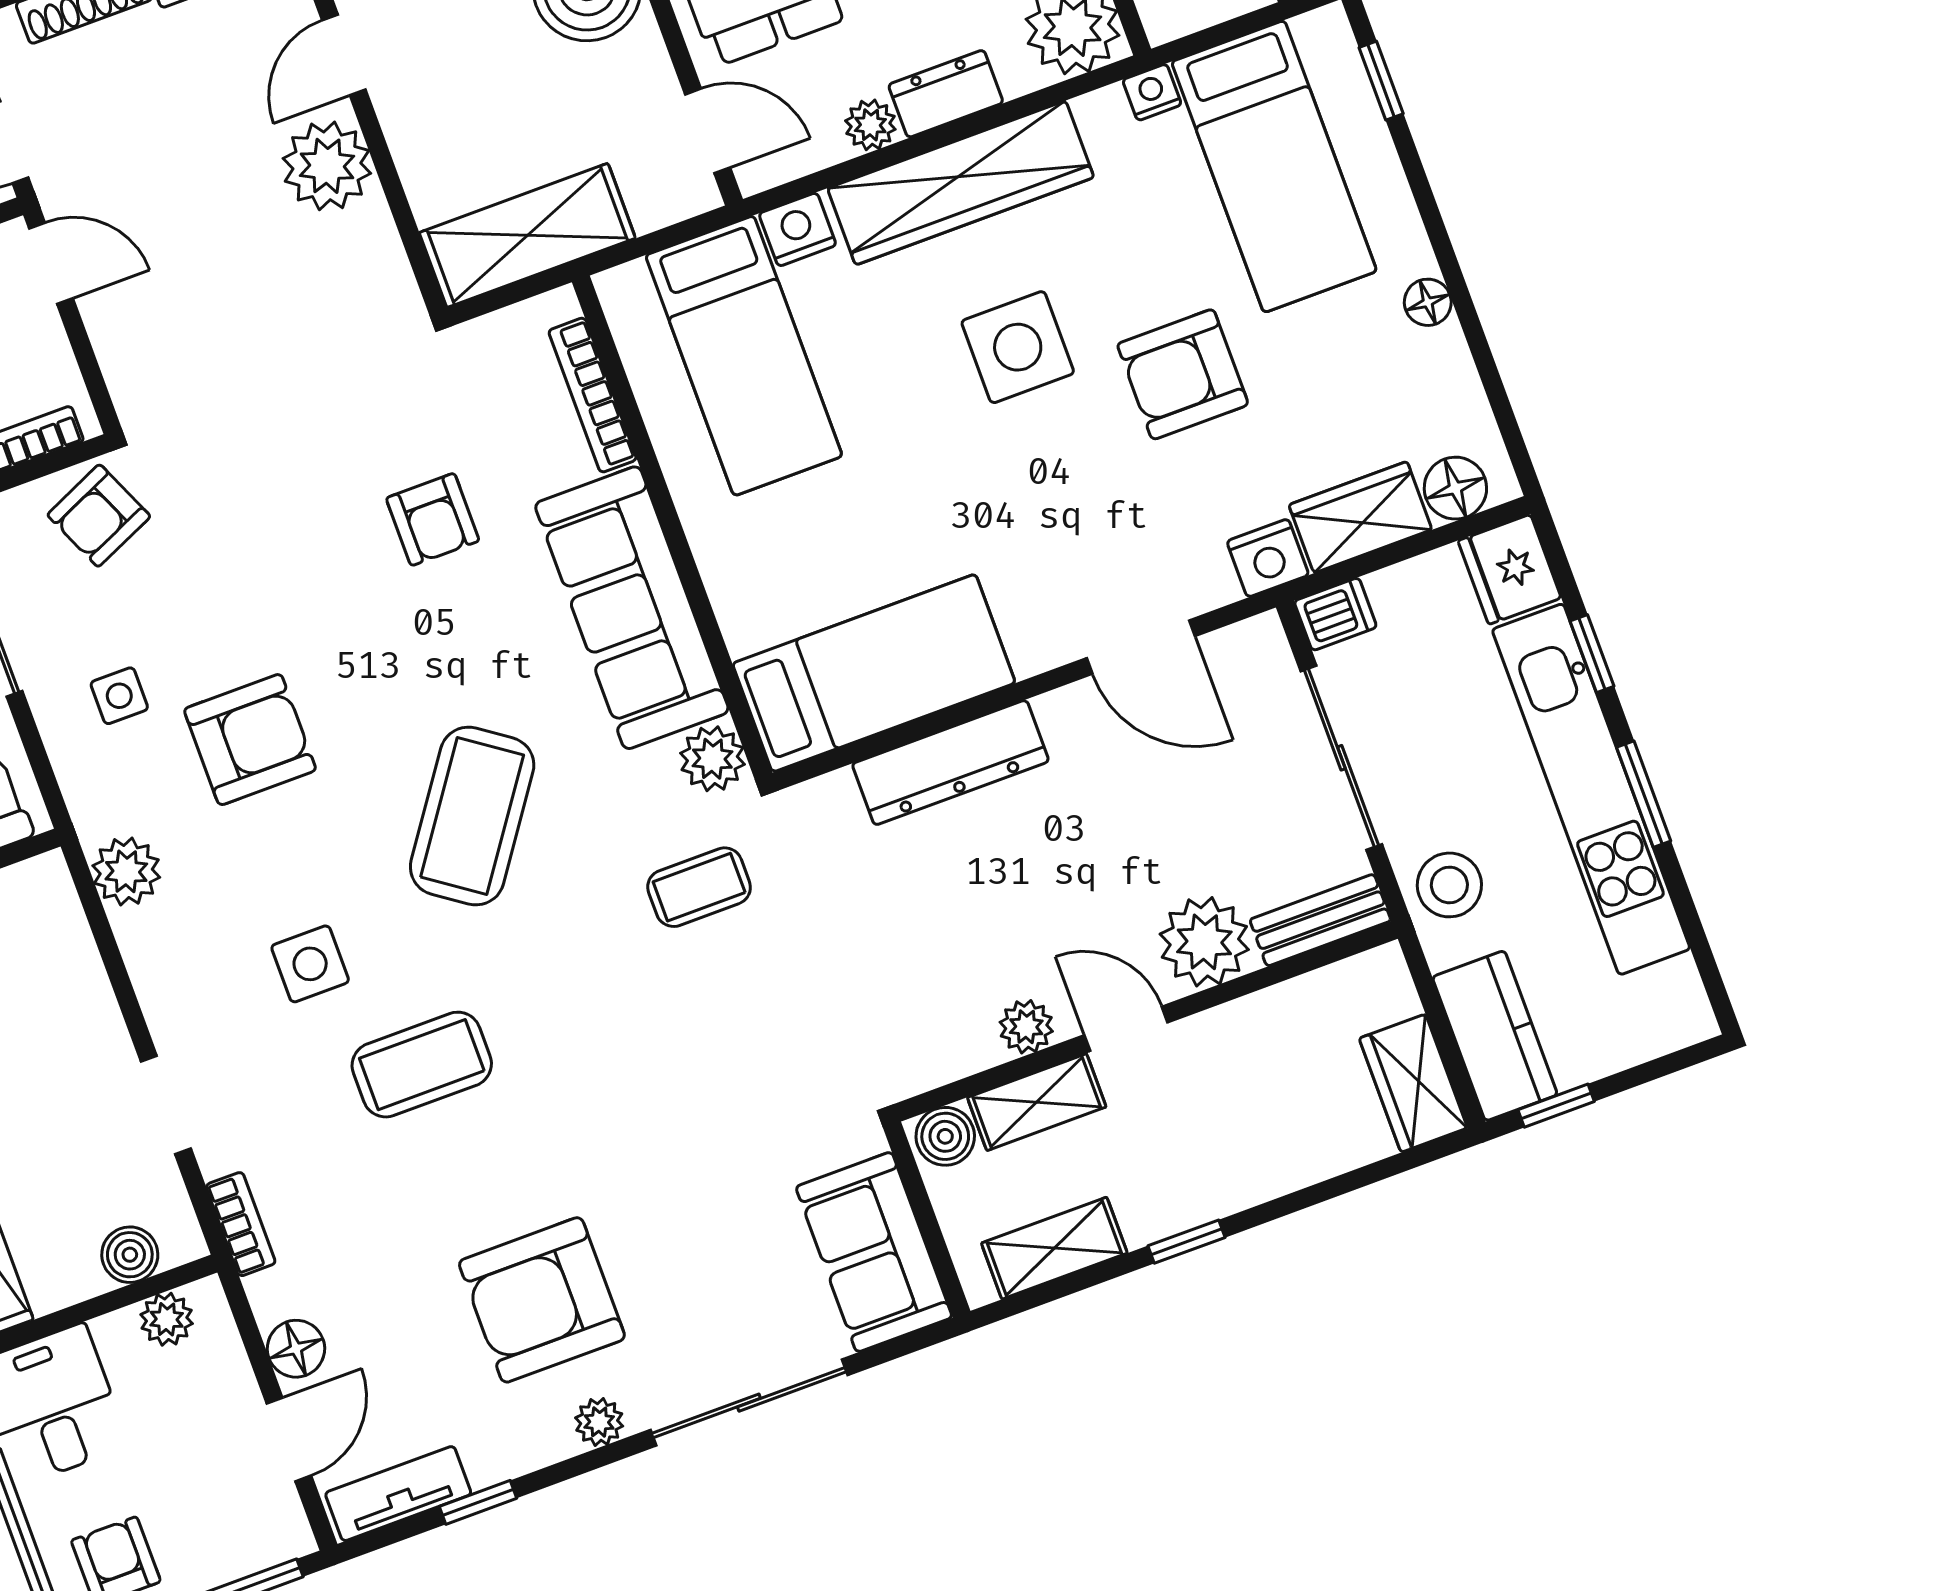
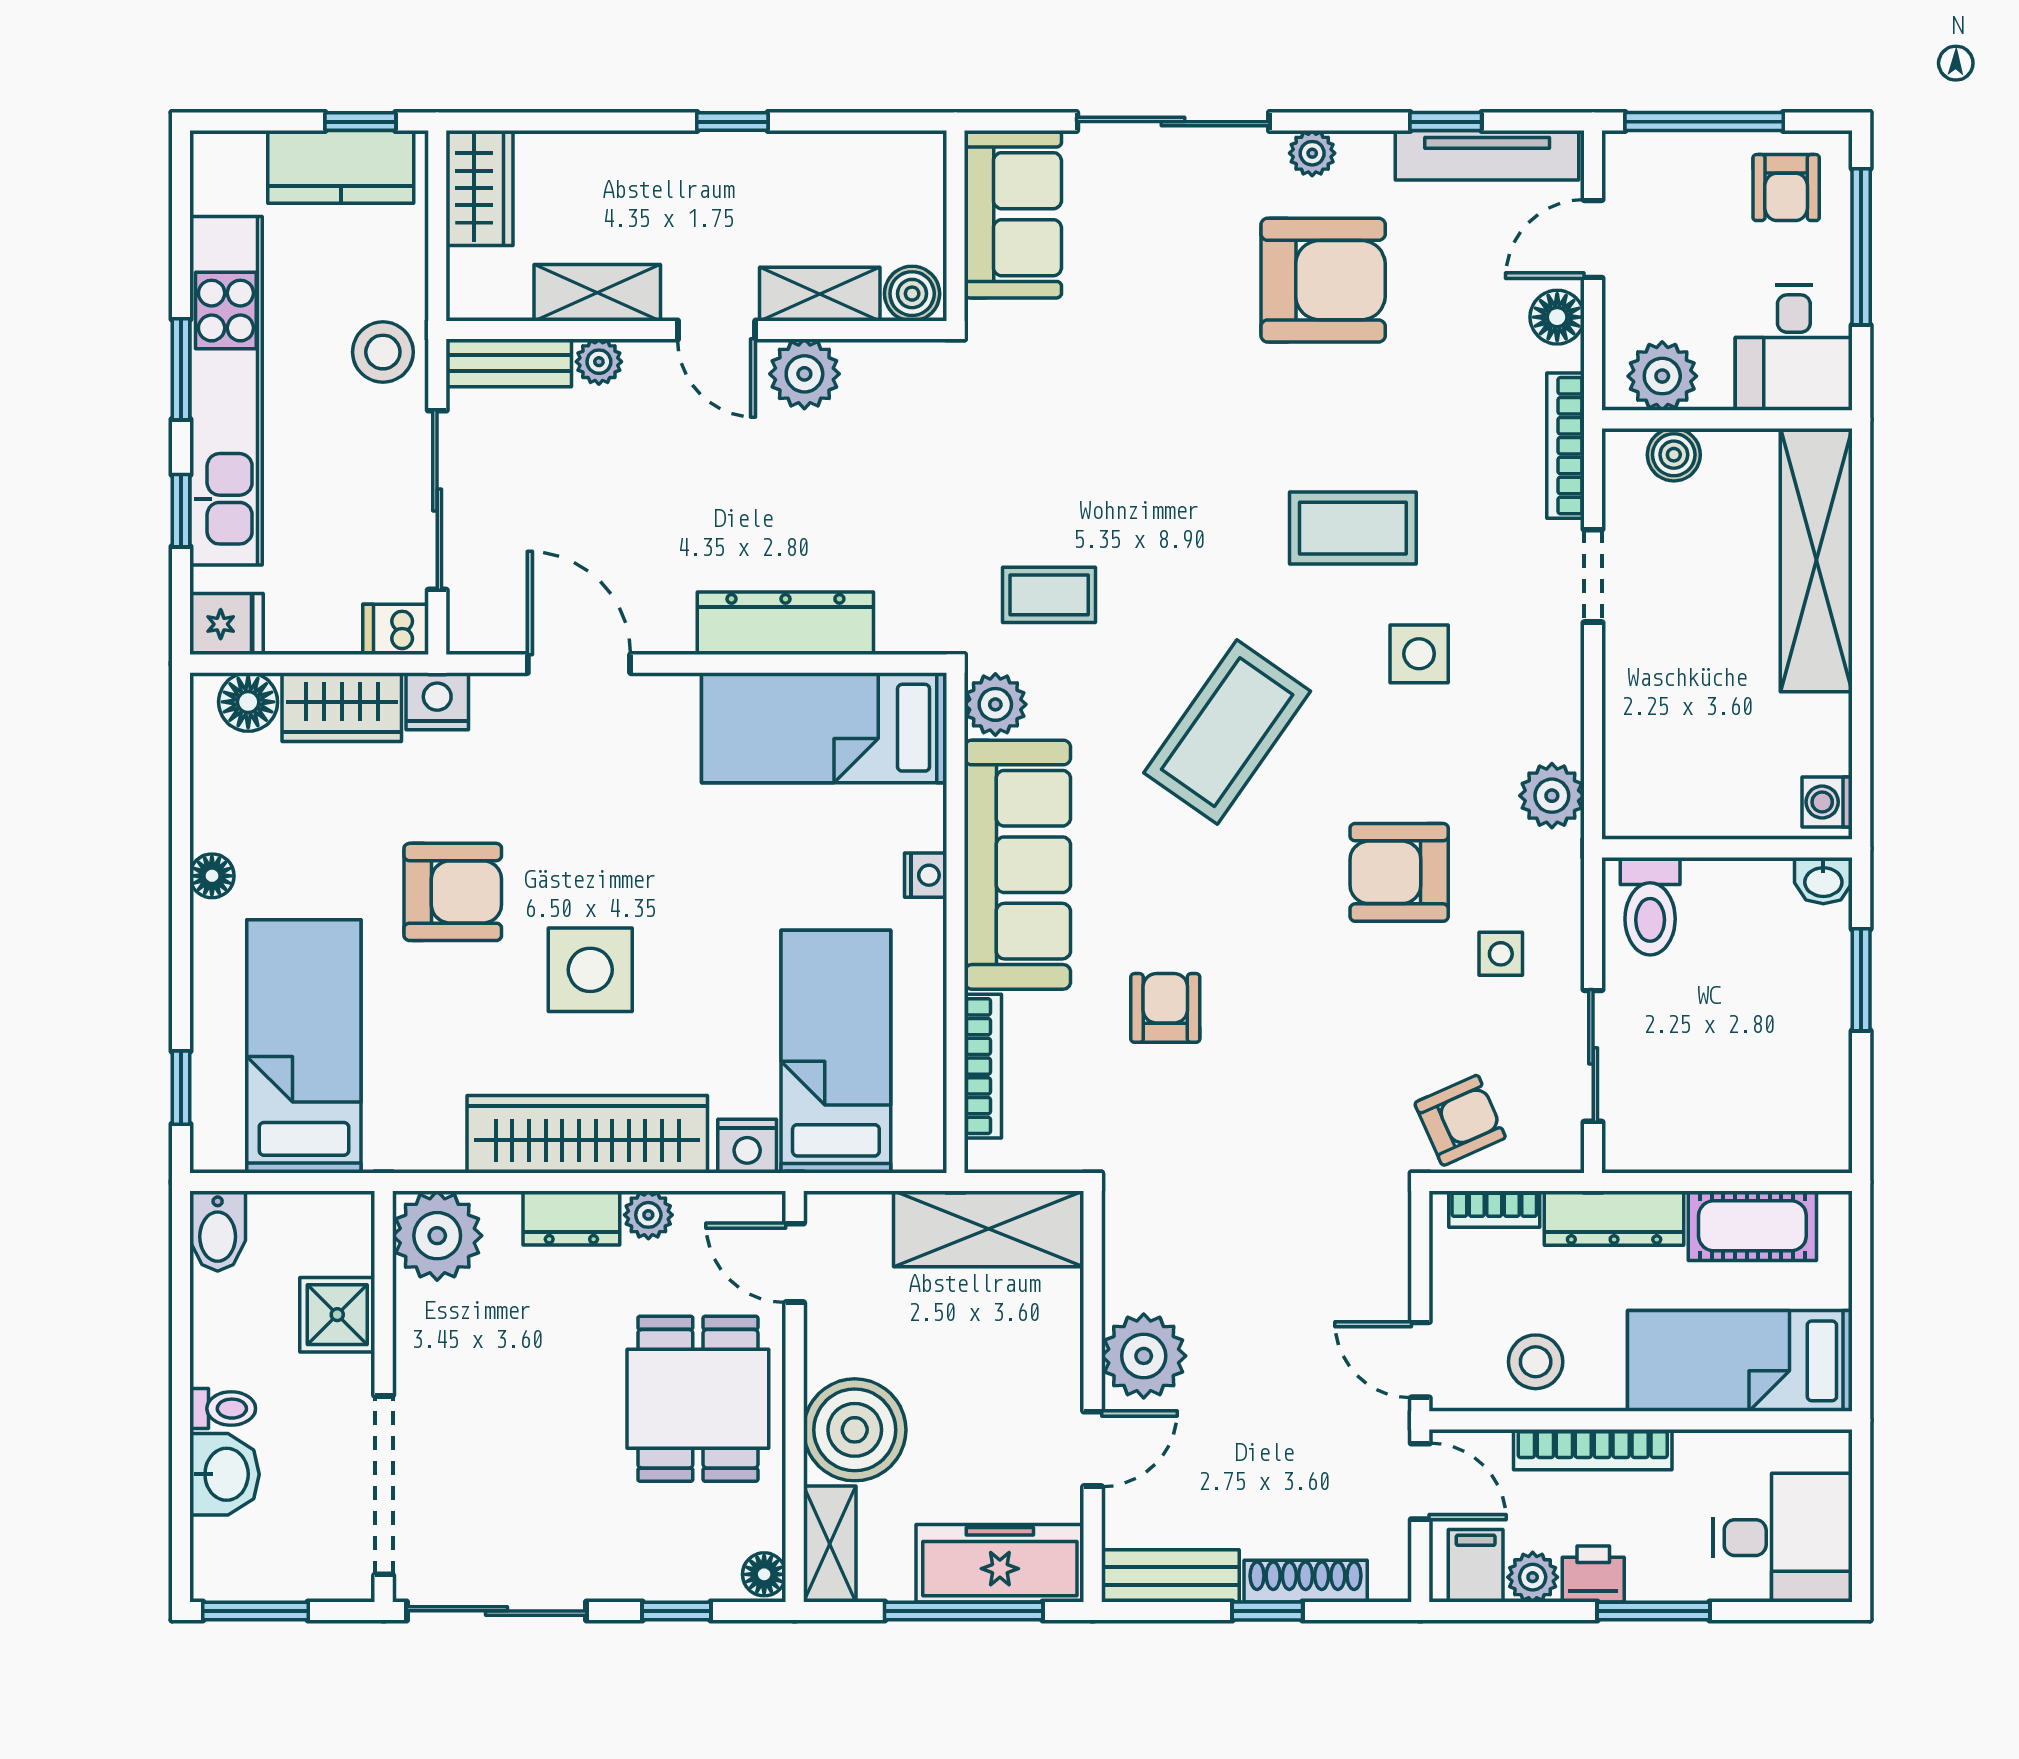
nightstand: (1152, 92) -> (926, 875), moved, turned -90
fridge: (1510, 569) -> (227, 624), width x0.72
plant: (1204, 942) -> (599, 362), width x0.53, depth x0.53
plant: (1026, 1027) -> (804, 374), width x1.38, depth x1.38
kitchen counter: (1495, 1036) -> (341, 167), moved, turned -90
bookcase: (241, 1224) -> (1566, 446), width x1.56
shelving: (1054, 1248) -> (597, 293), moved
plant: (167, 1319) -> (1662, 376), width x1.38, depth x1.38
tv unit: (398, 1494) -> (1487, 155), width x1.41

